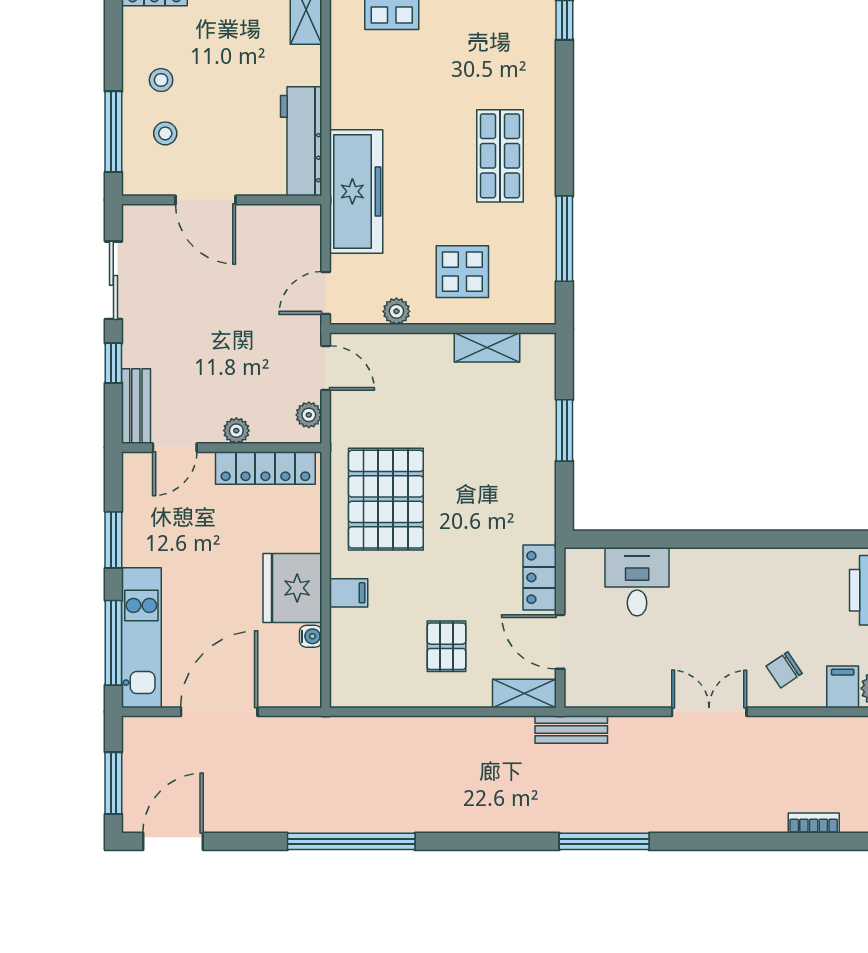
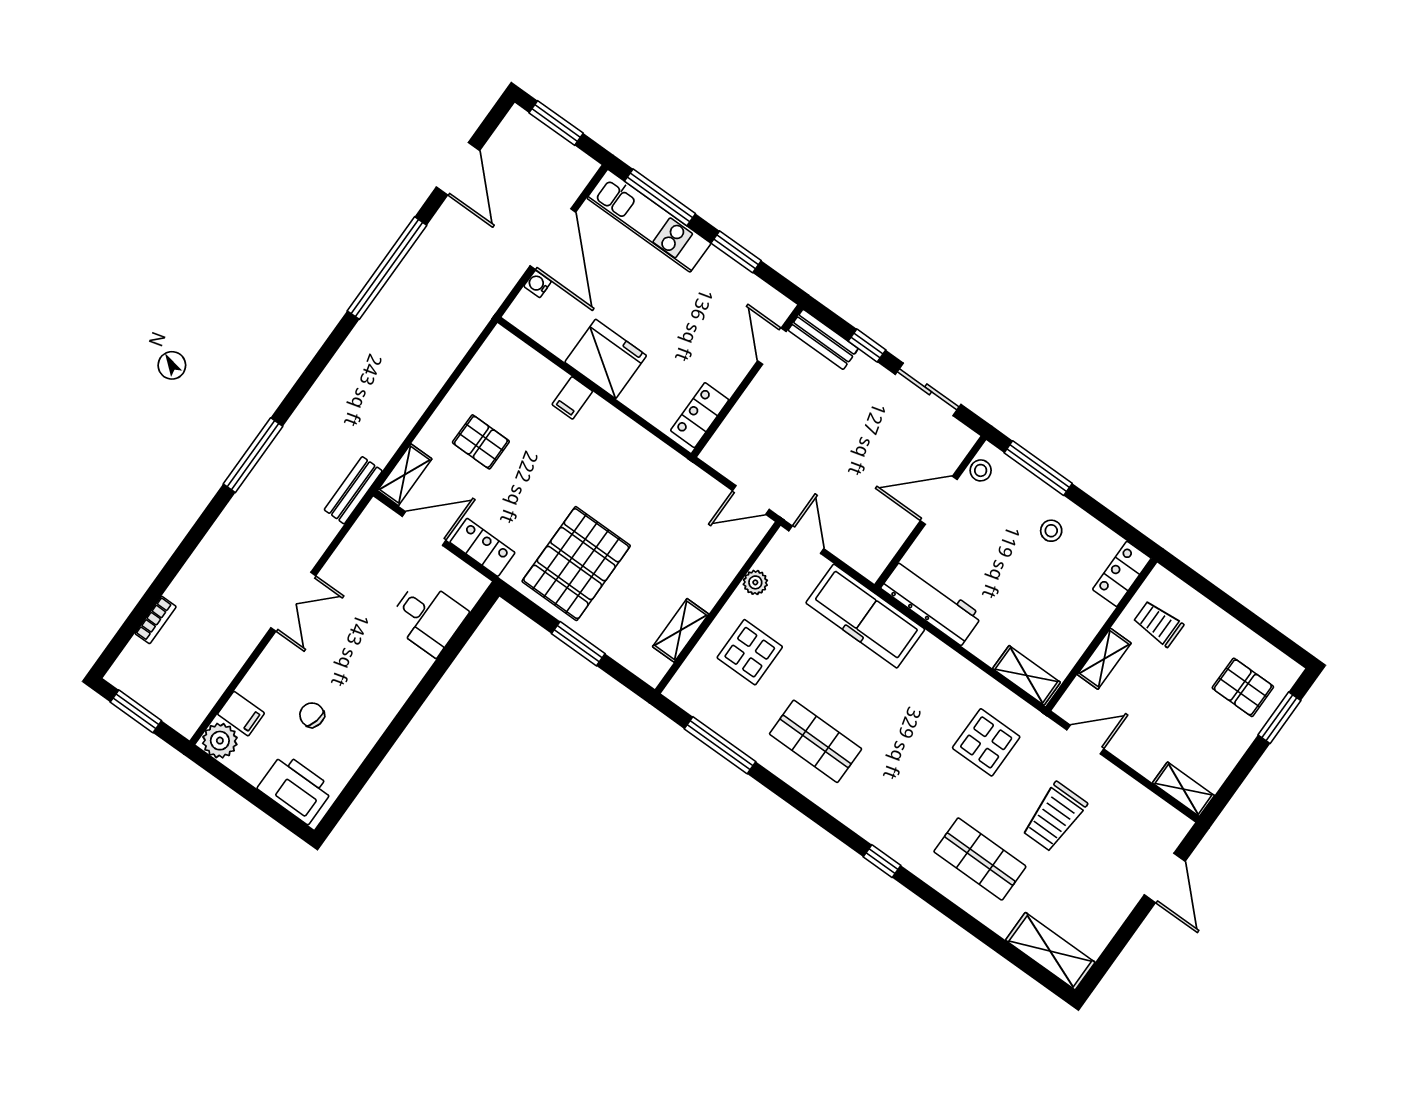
stool: (165, 133) -> (981, 470), moved
plant: (309, 415) -> (725, 463), removed
plant: (236, 431) -> (752, 401), removed
locker: (265, 468) -> (700, 415), width x0.66
pallet: (386, 499) -> (576, 564), moved, turned 90
water cooler: (311, 636) -> (538, 284), moved, turned 90
chair: (784, 670) -> (312, 715), moved, turned -43
door: (173, 841) -> (458, 169), moved

